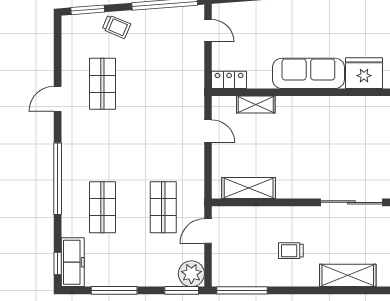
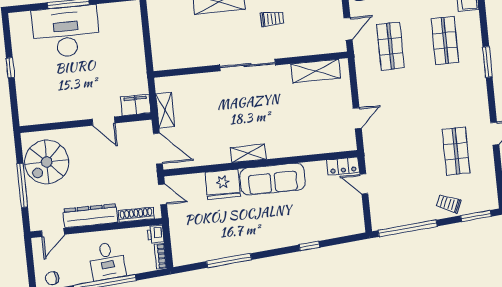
door: (208, 31) -> (364, 184), moved
shelving: (256, 105) -> (248, 153), moved
door: (208, 131) -> (357, 118), swing flipped
window: (58, 179) -> (488, 62), width x0.47
sliding door: (351, 202) -> (248, 65), moved

